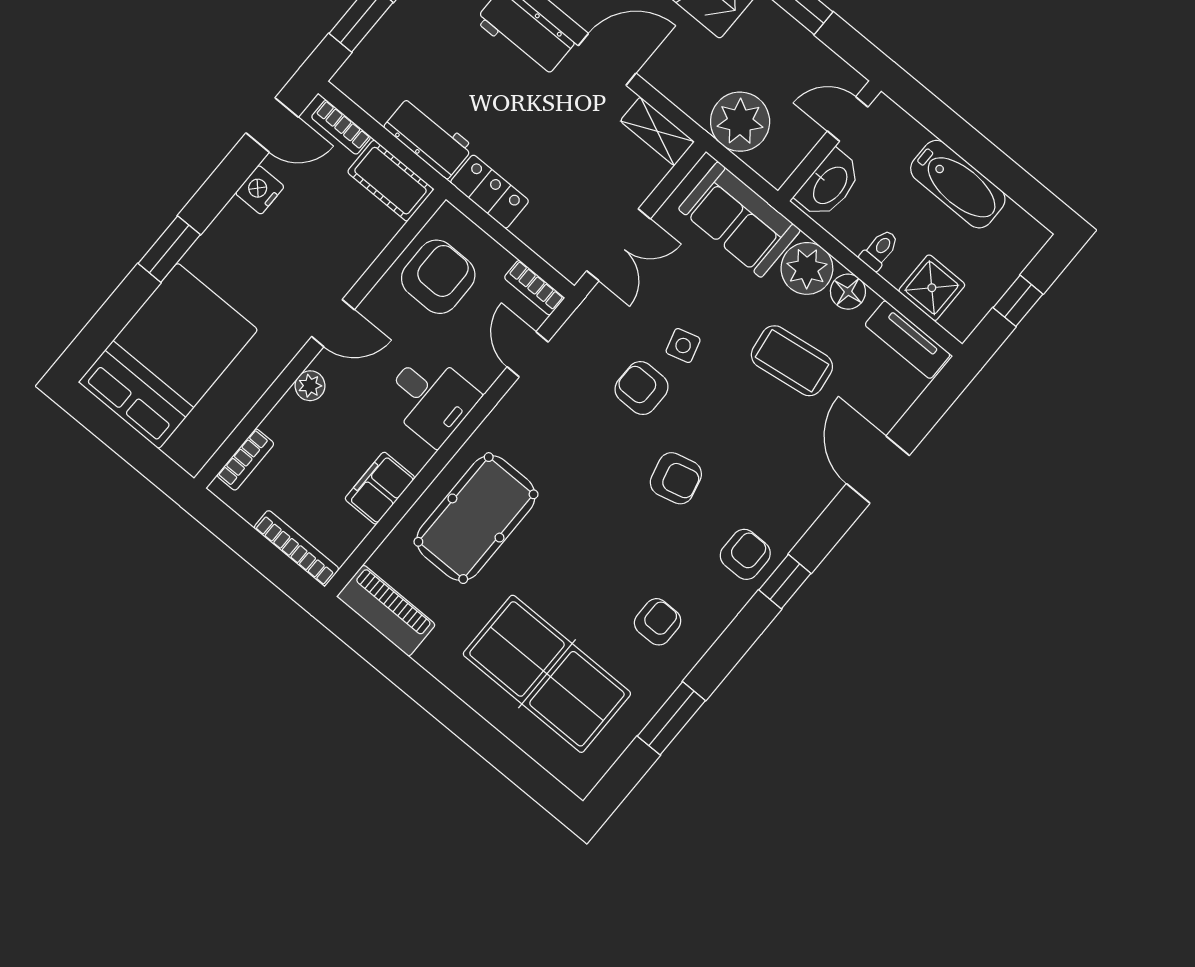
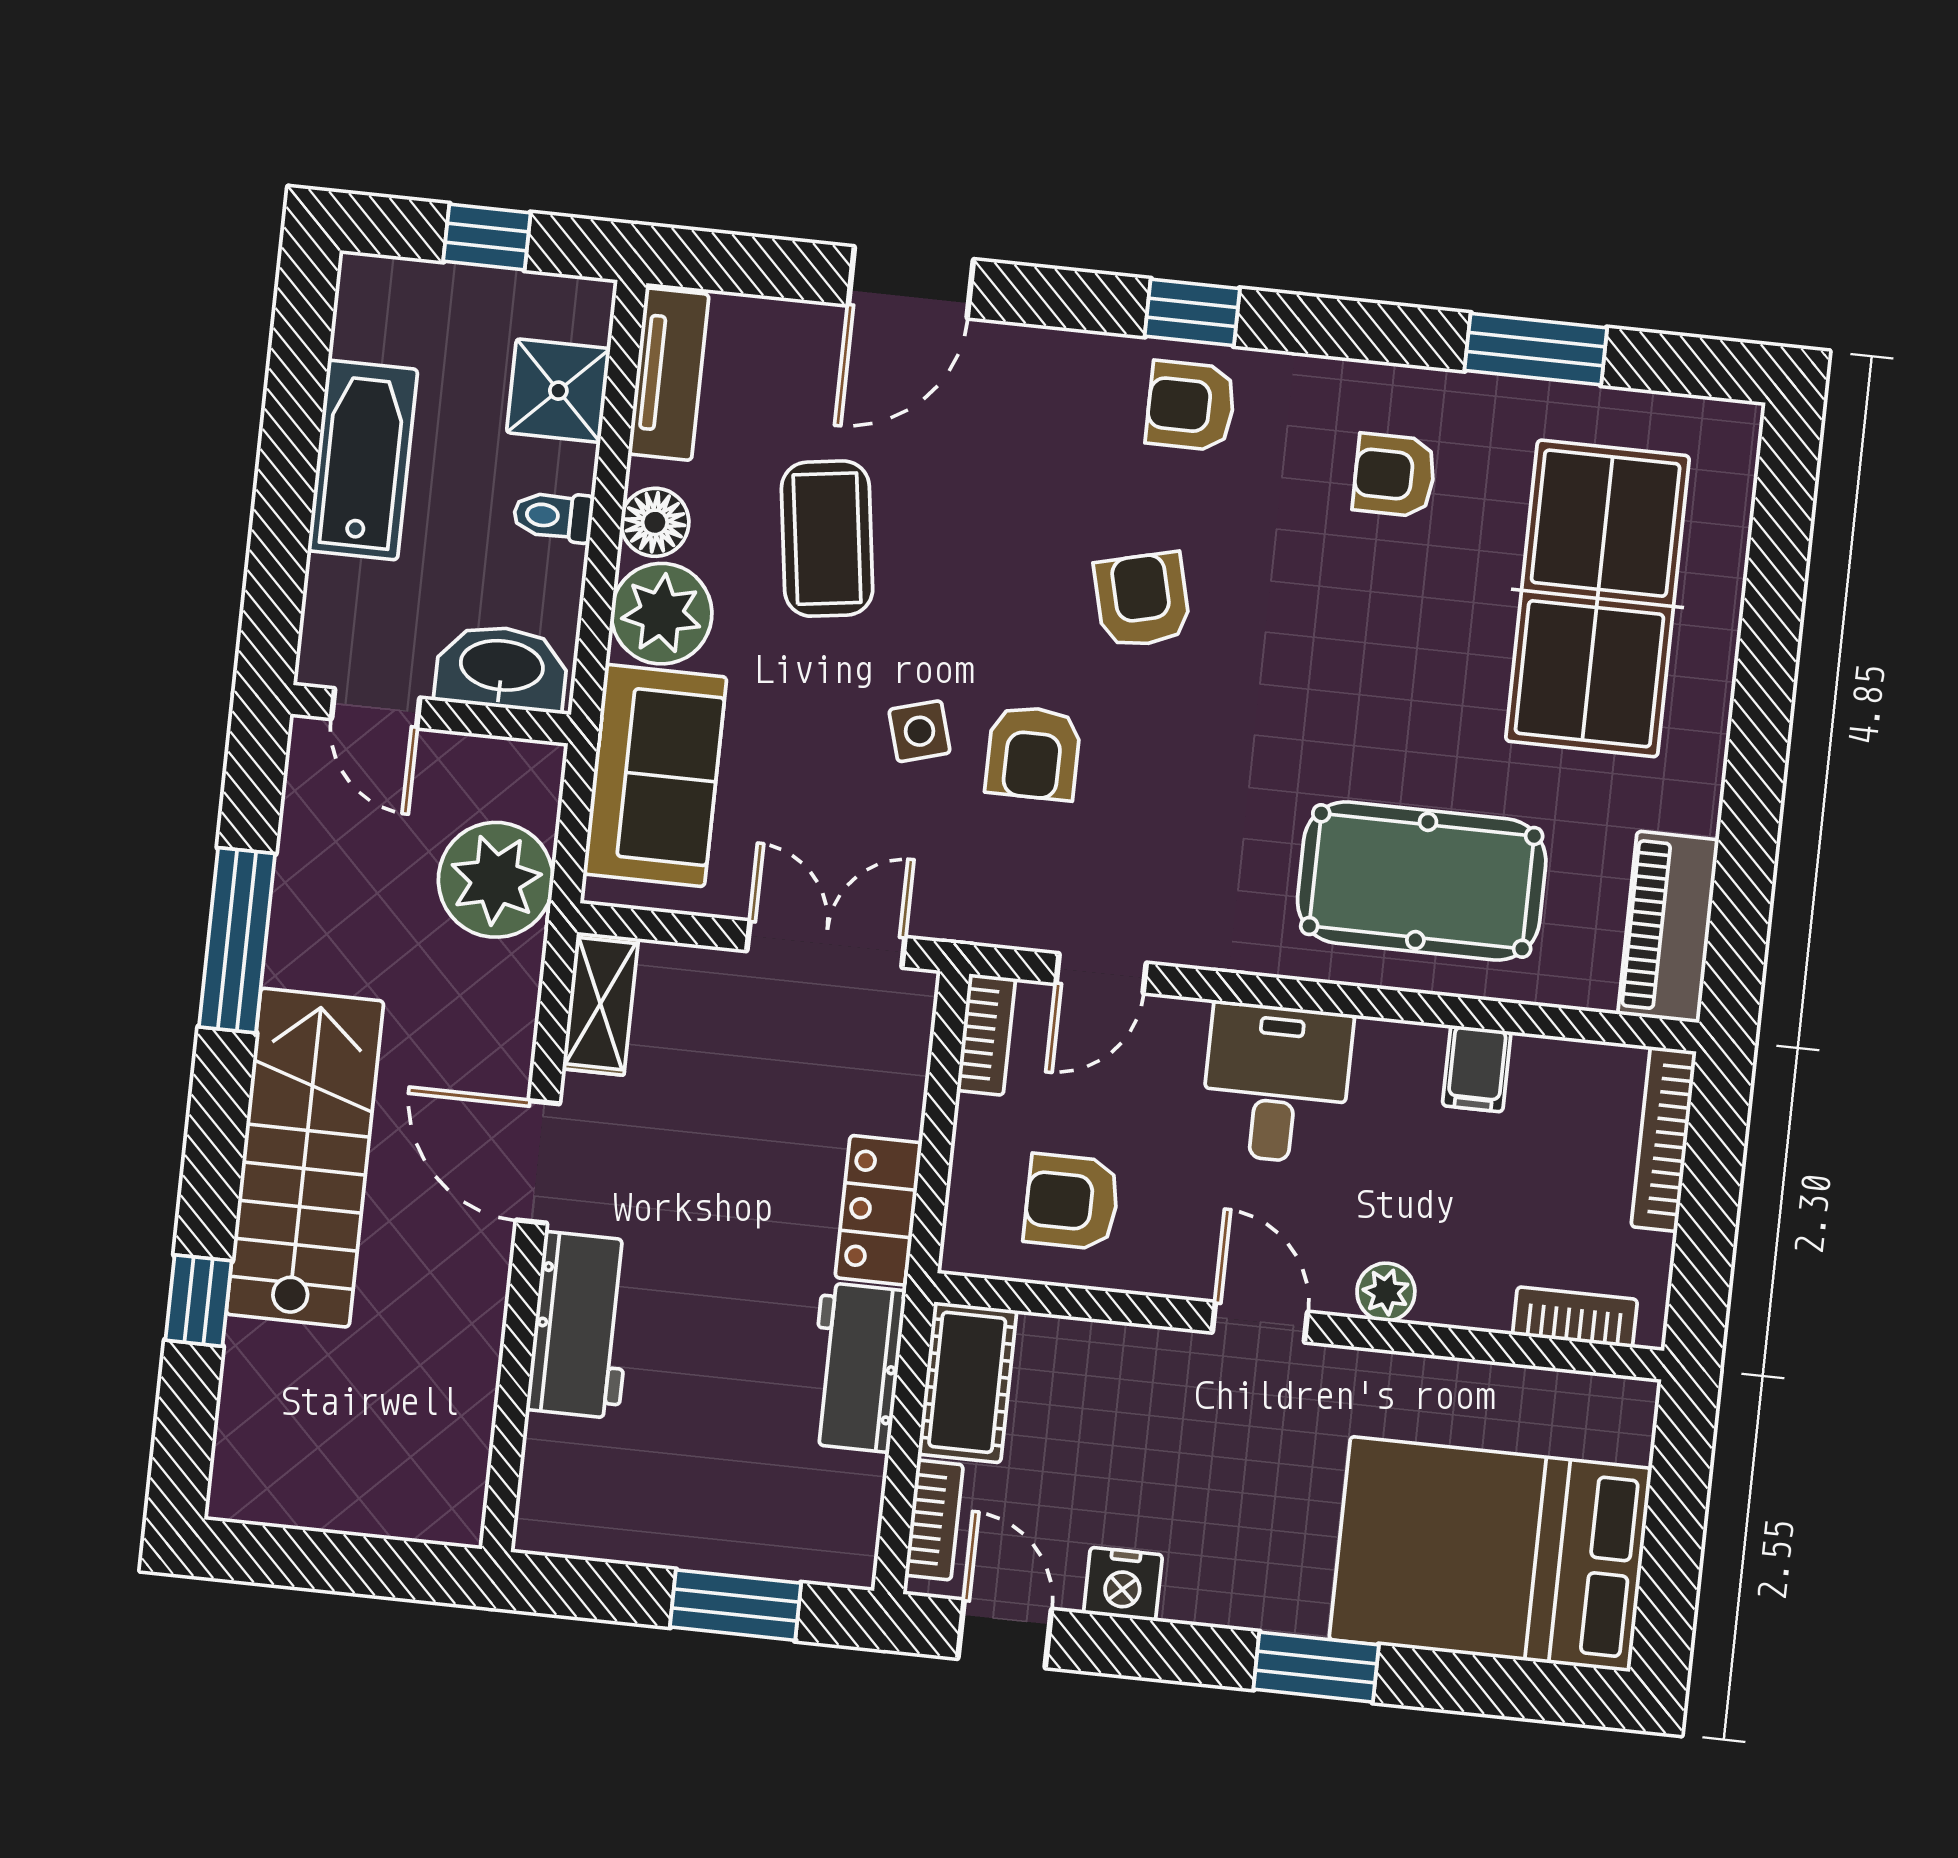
armchair: (438, 277) -> (1072, 1202), width x0.72, depth x0.72
filing cabinet: (380, 488) -> (1477, 1069), width x0.50

